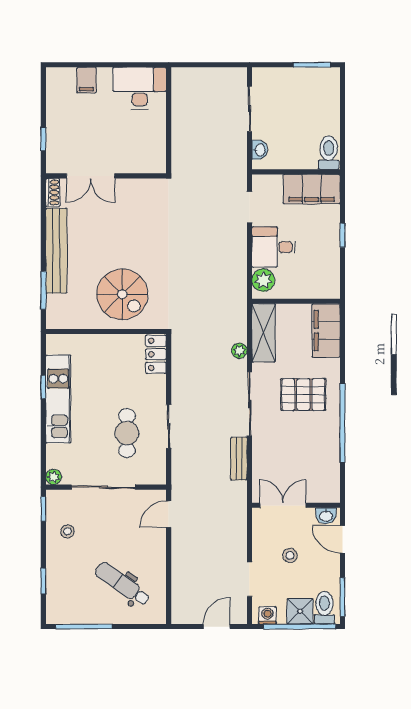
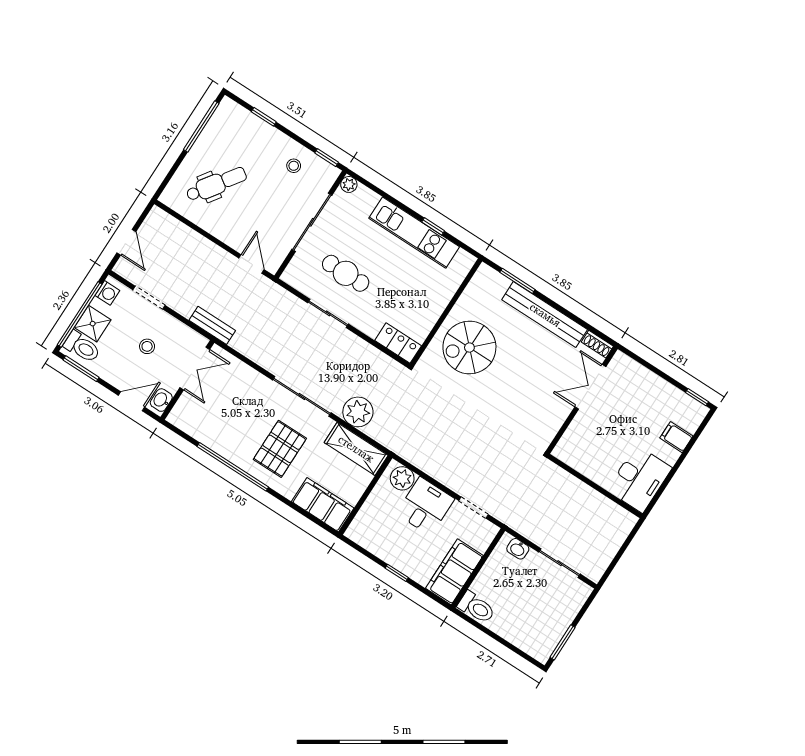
window: (43, 139) -> (697, 397), moved
plant: (239, 351) -> (358, 412), width x1.87, depth x1.87
bench: (239, 459) -> (212, 325), moved

